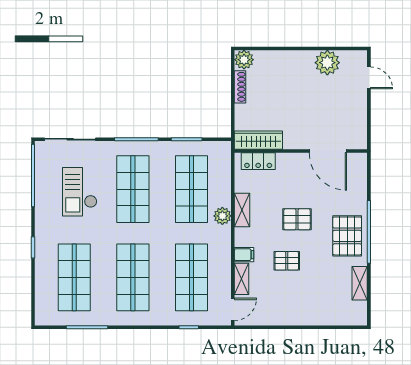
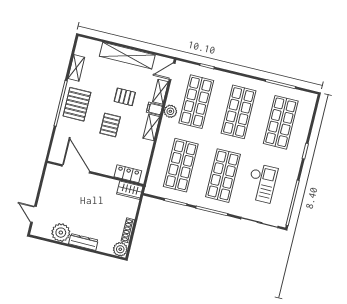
dresser: (295, 58) -> (83, 242), added
wardrobe: (258, 140) -> (130, 190), width x0.67
shelving: (242, 210) -> (151, 127), moved
plant: (222, 216) -> (170, 111), moved
pallet: (297, 219) -> (110, 125), turned 90
shelving: (297, 316) -> (127, 56), added

